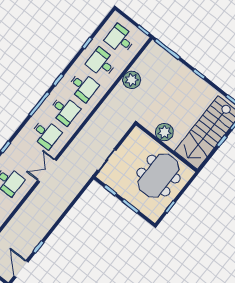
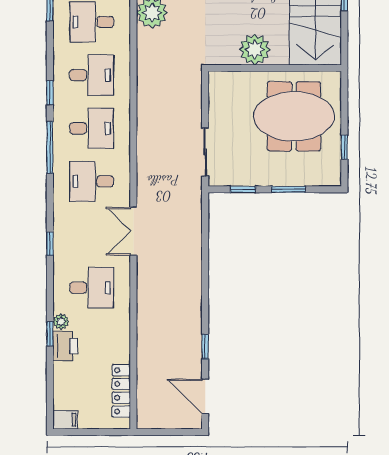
desk: (46, 134) -> (92, 181), turned 180
meeting table: (158, 176) -> (294, 116), turned 90

